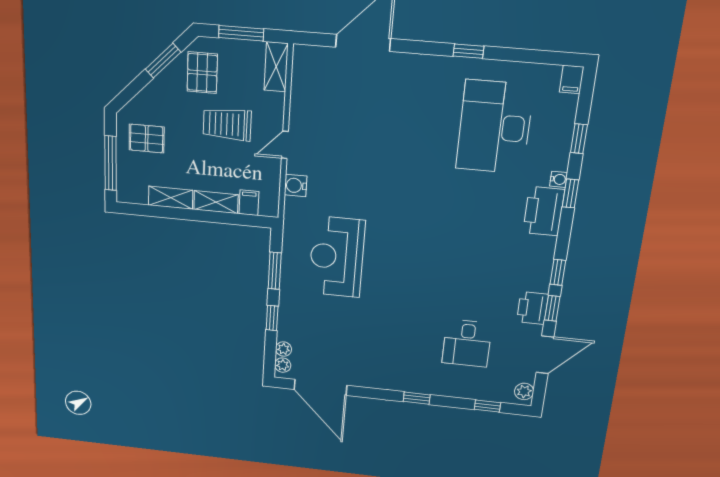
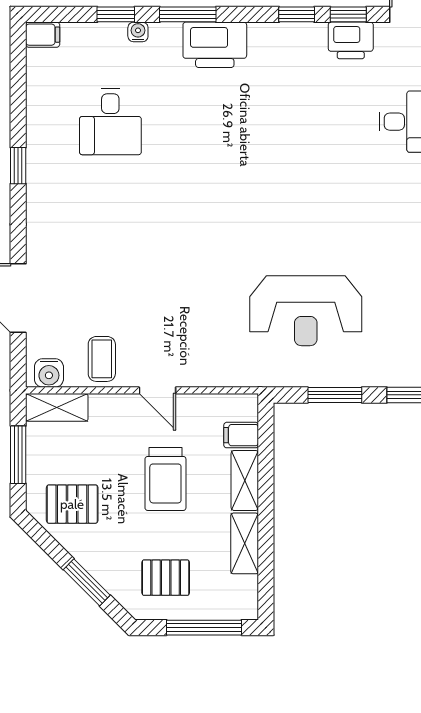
window: (163, 61) -> (87, 582), moved
coffee table: (311, 105) -> (102, 359), added
trolley: (227, 124) -> (165, 479), moved
desk: (495, 127) -> (110, 122), width x0.53, depth x0.77
pallet: (147, 139) -> (166, 578), turned 90
water cooler: (559, 179) -> (138, 32), moved
water cooler: (296, 186) -> (49, 373), moved
window: (570, 193) -> (188, 14), width x1.50

